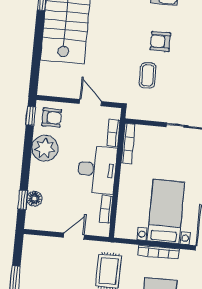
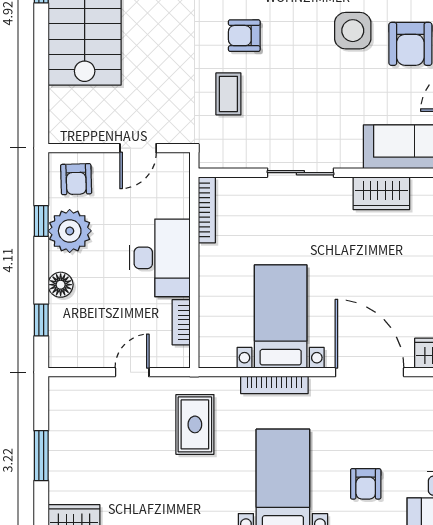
door: (90, 103) -> (138, 148), swing flipped
window: (31, 116) -> (41, 221), moved
armchair: (52, 118) -> (76, 179), turned 88
bookcase: (114, 133) -> (181, 194), removed
floor lamp: (34, 199) -> (61, 285), moved

